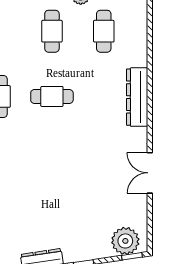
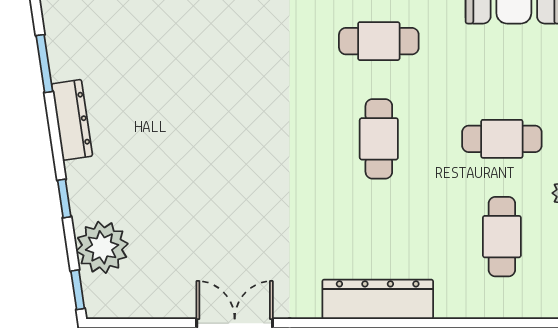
cafe table: (104, 31) -> (502, 237), turned 90
plant: (125, 241) -> (102, 247), moved

